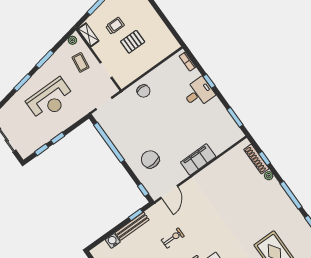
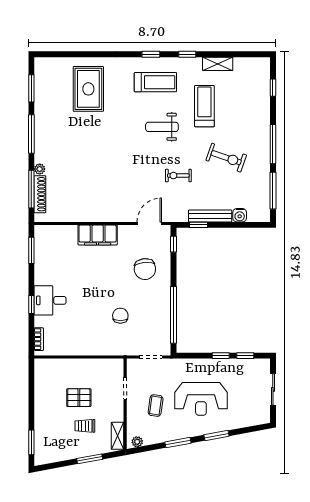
coffee table: (81, 62) -> (156, 406), moved
chair: (144, 91) -> (120, 316), moved
reception desk: (50, 100) -> (201, 399), turned 180
window: (265, 158) -> (31, 189), width x2.17

